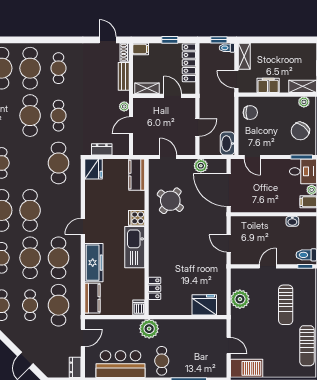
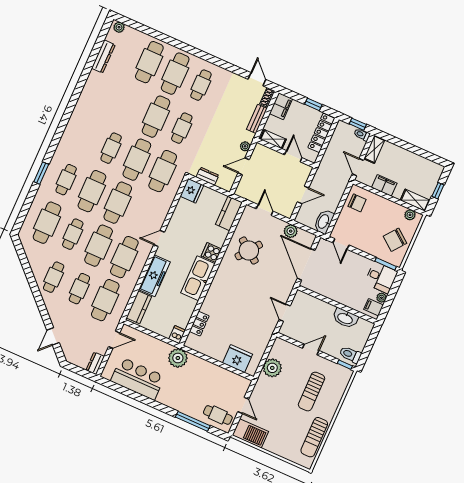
filing cabinet: (141, 49) -> (281, 106), width x2.00
cafe table: (30, 163) -> (137, 160), added
washbasin: (292, 221) -> (345, 318), width x1.91, depth x1.45
cafe table: (162, 361) -> (218, 415), moved, turned 90

